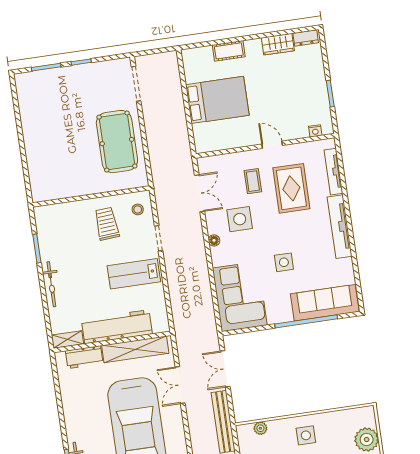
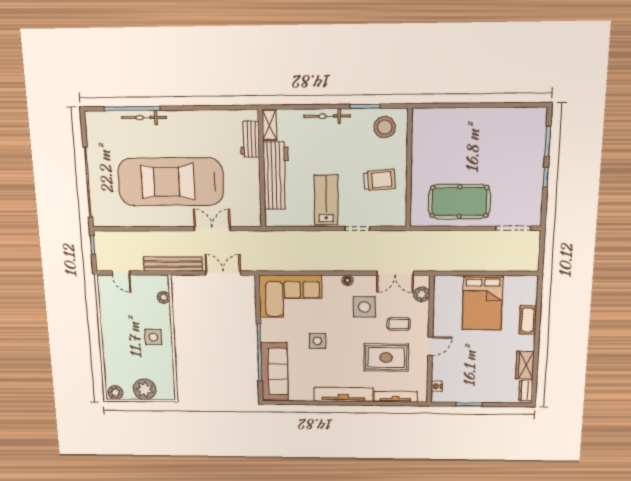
plant: (218, 163) -> (422, 294), added
stool: (138, 209) -> (385, 127), moved, width x1.89, depth x1.89
shelving: (135, 349) -> (252, 191), removed

